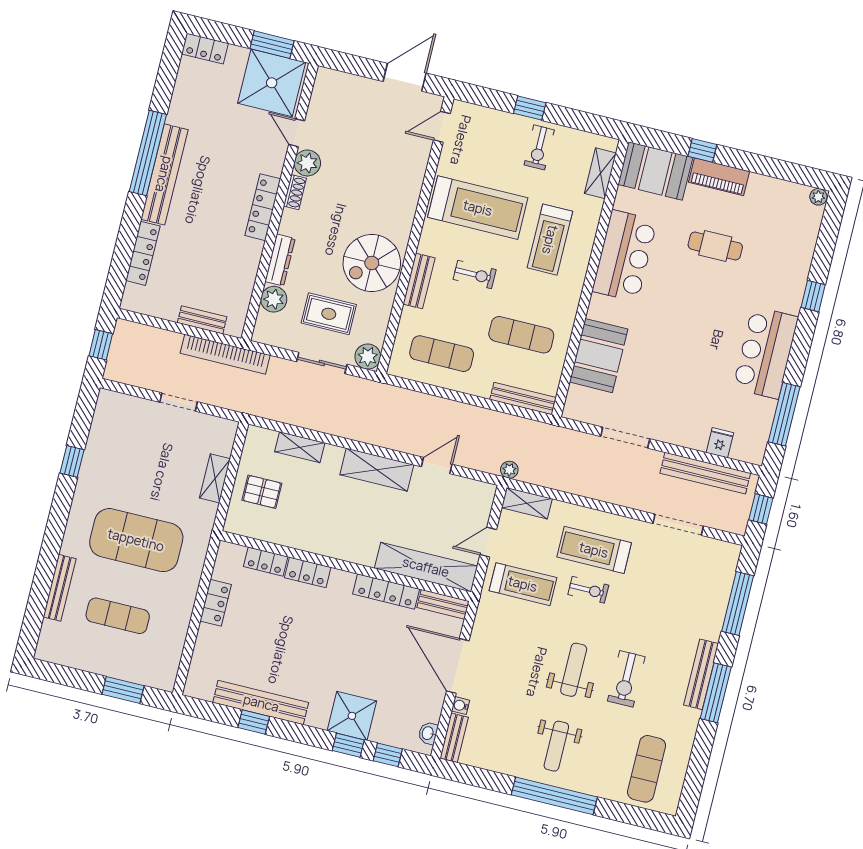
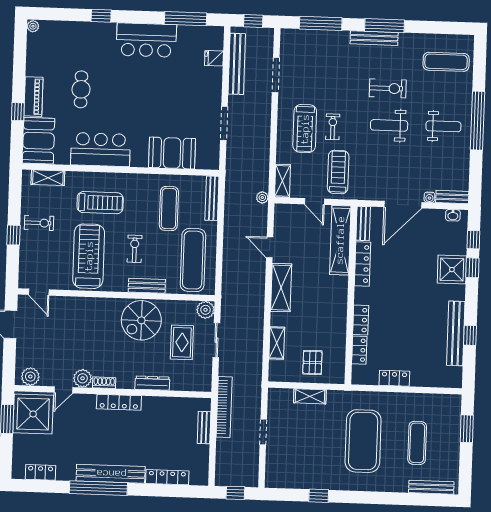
locker: (205, 49) -> (40, 472), moved, turned -90
spiral stairs: (372, 263) -> (141, 320), turned 90
plant: (274, 299) -> (30, 377), moved
exercise mat: (442, 354) -> (193, 260), width x1.36, depth x1.45
bench: (60, 588) -> (431, 487), moved

